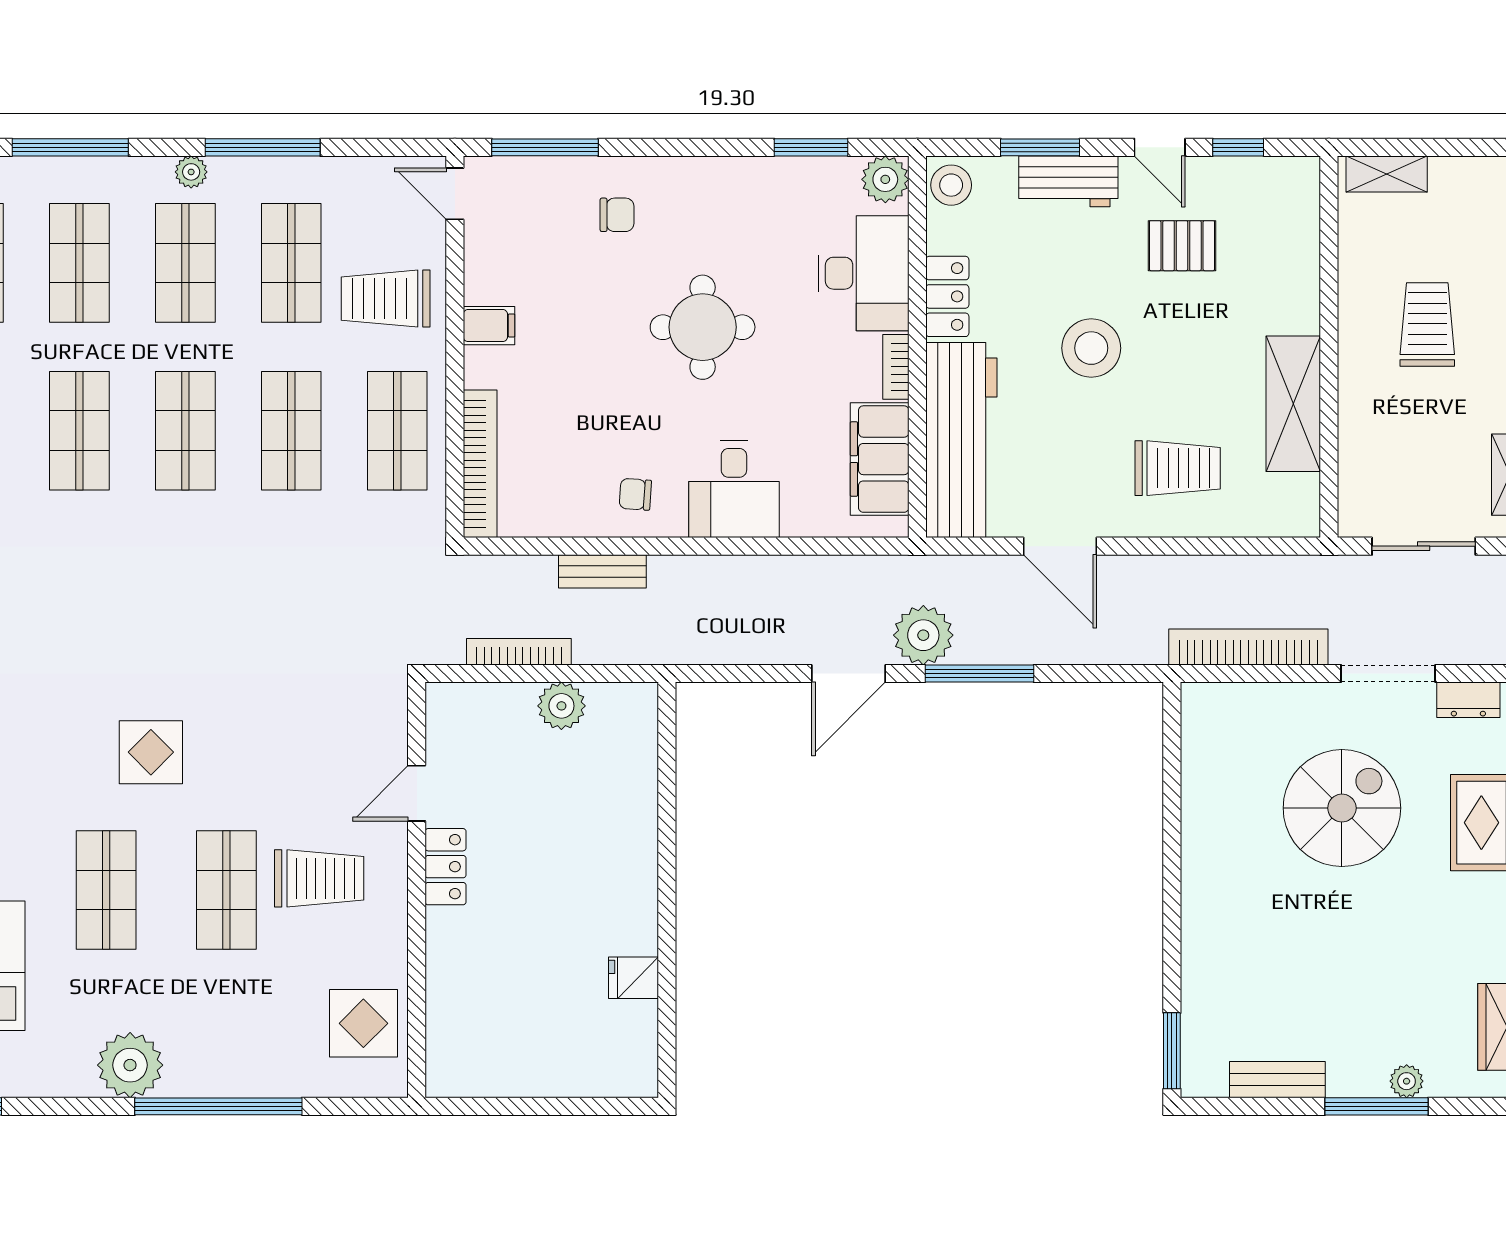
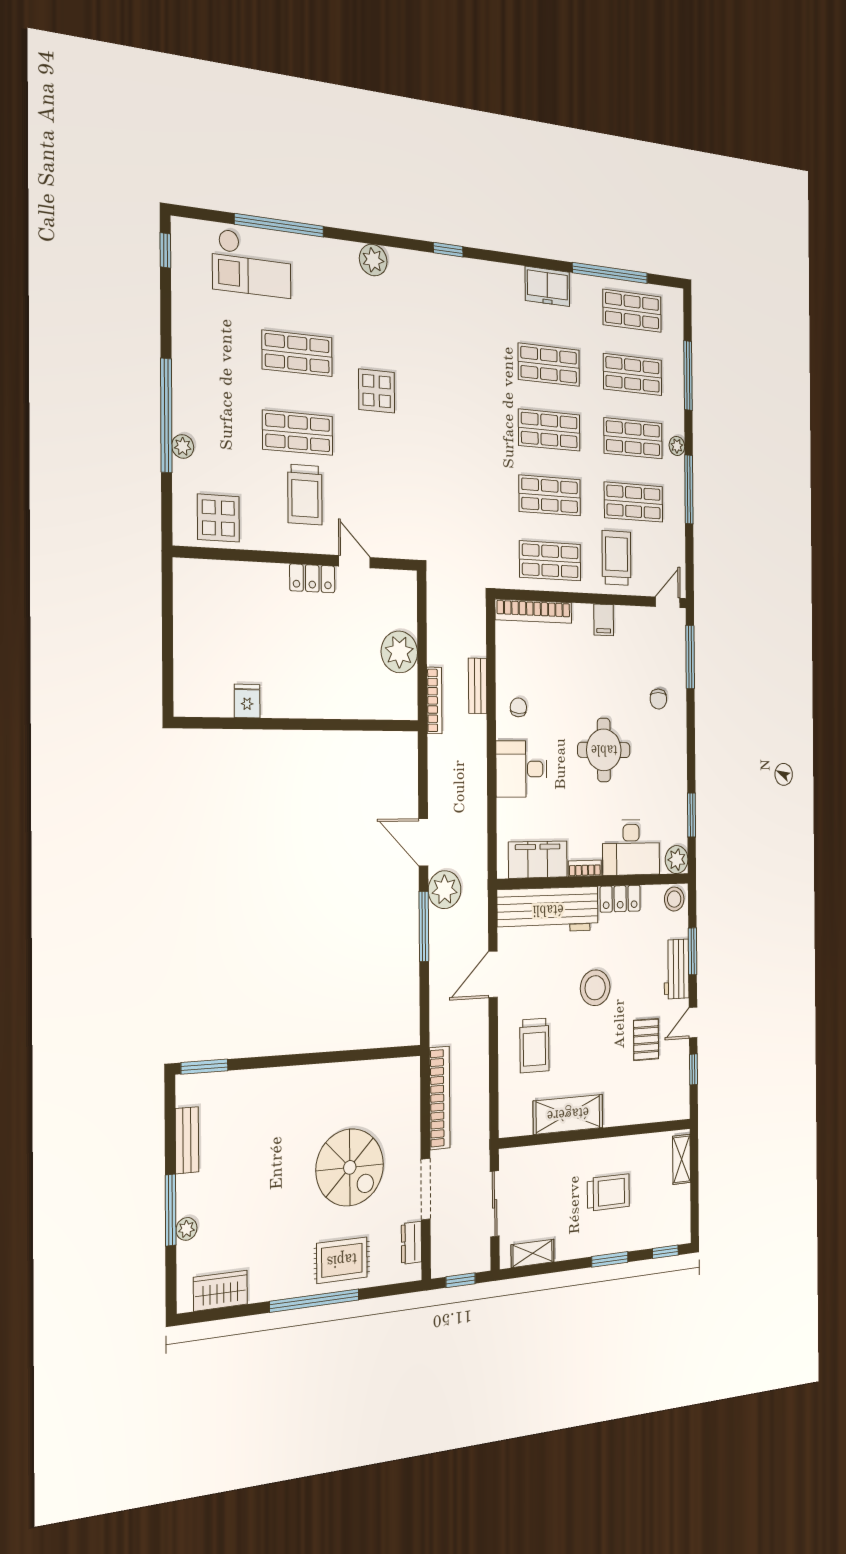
bookcase: (519, 652) -> (434, 700), moved
plant: (561, 706) -> (399, 652), width x1.36, depth x1.36
plant: (130, 1065) -> (183, 446), moved, width x0.53, depth x0.53

